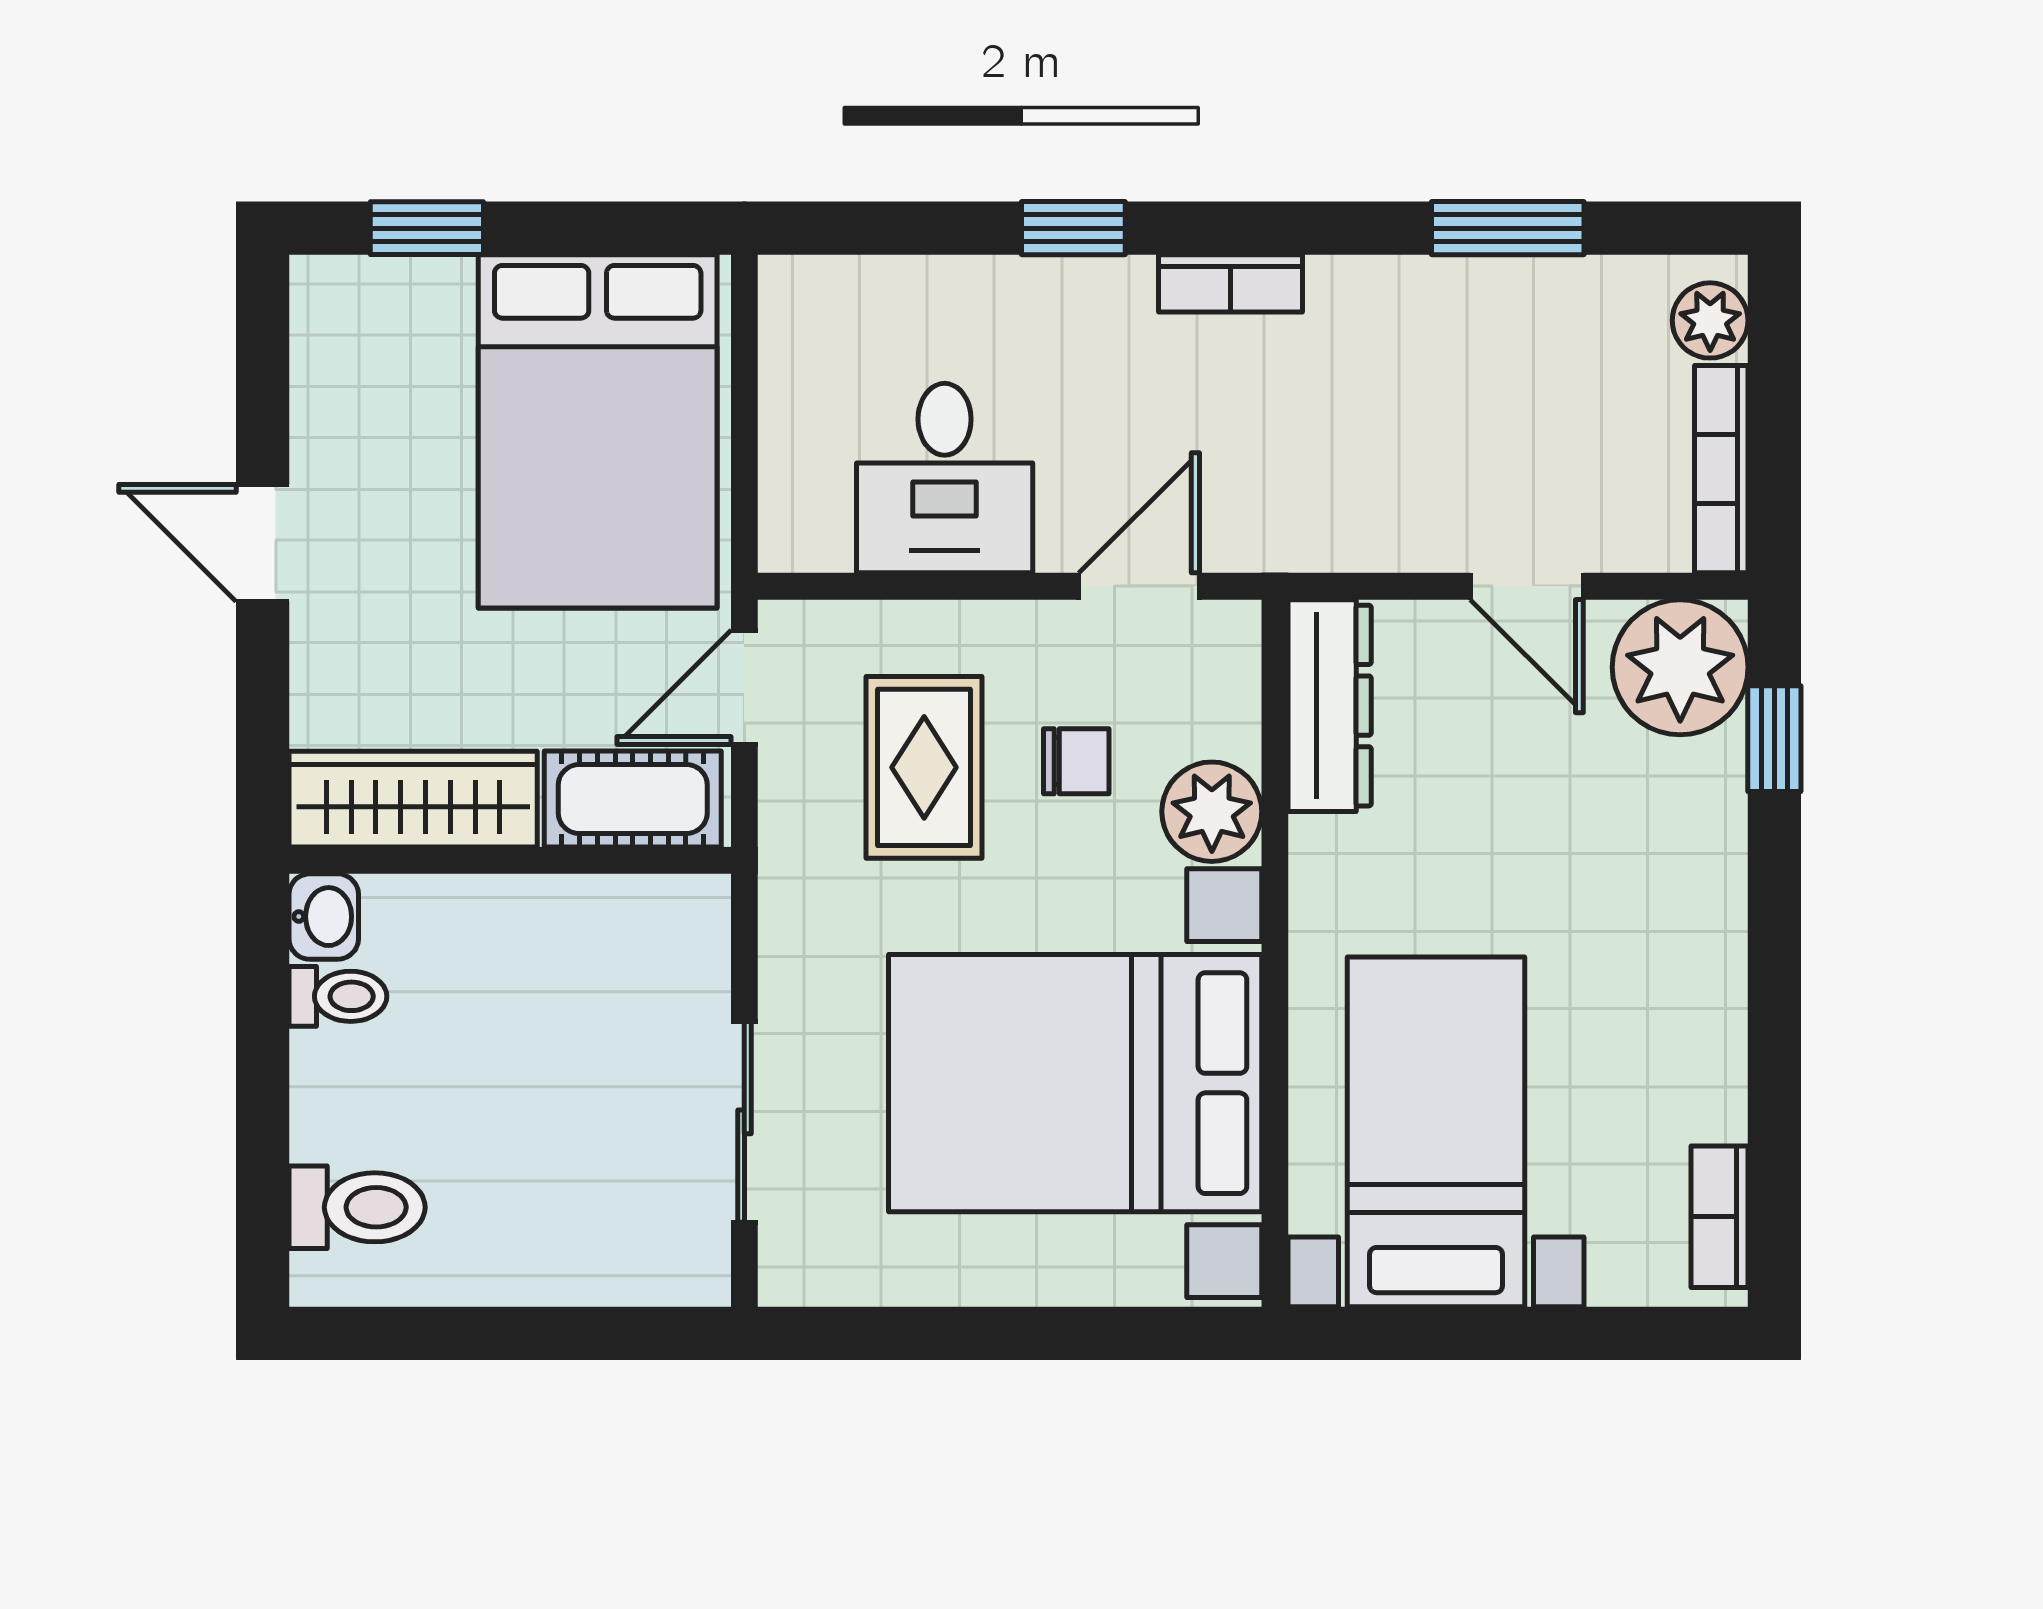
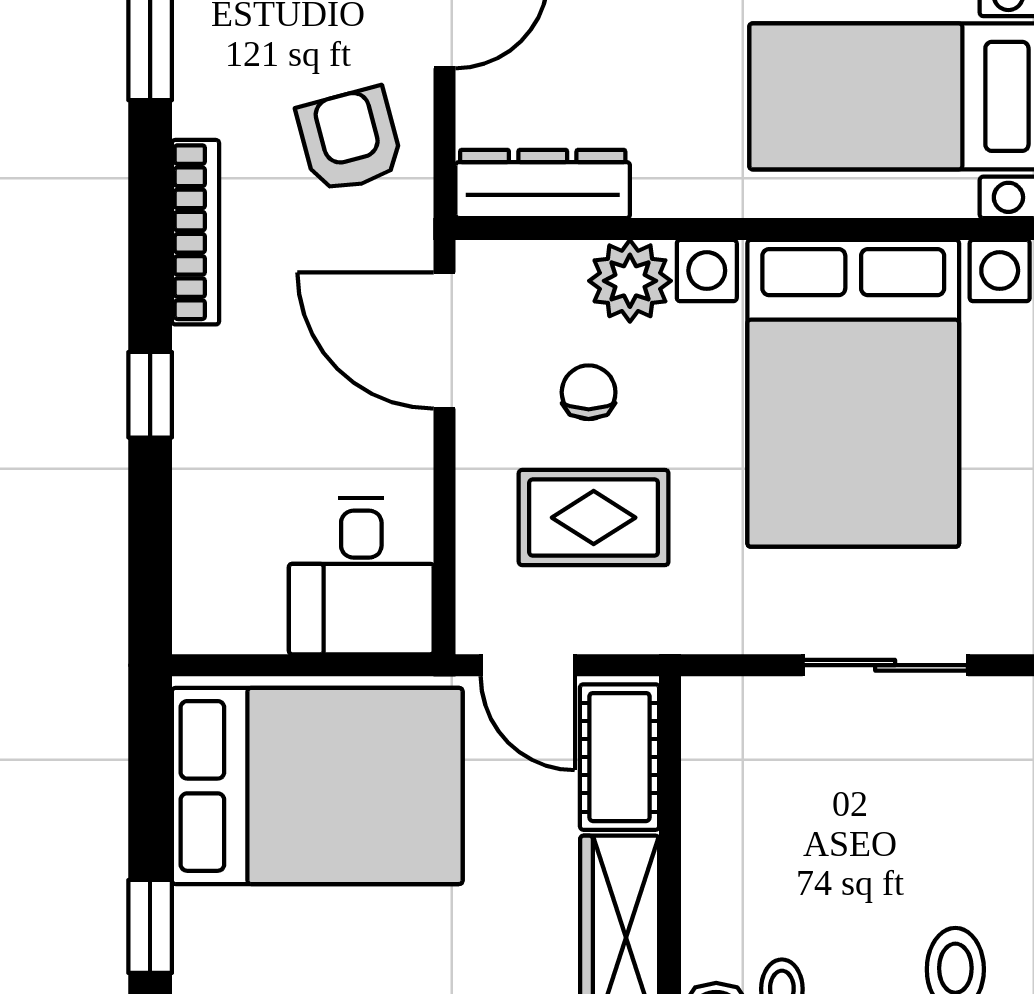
bookcase: (1231, 283) -> (196, 232), width x1.56
armchair: (1383, 471) -> (350, 140), added
desk: (945, 478) -> (361, 576), moved, turned 90
door: (1139, 586) -> (445, 341), width x1.38

